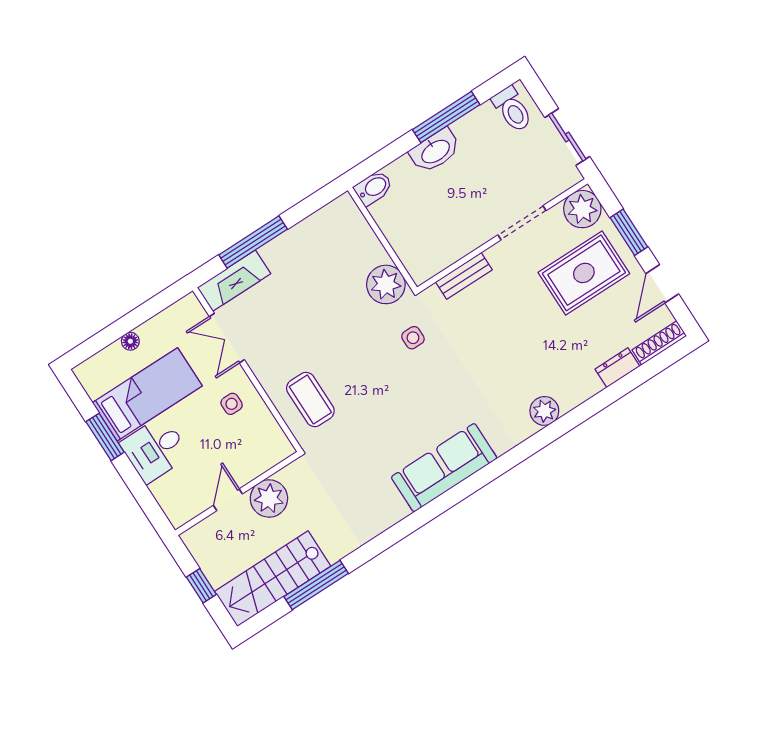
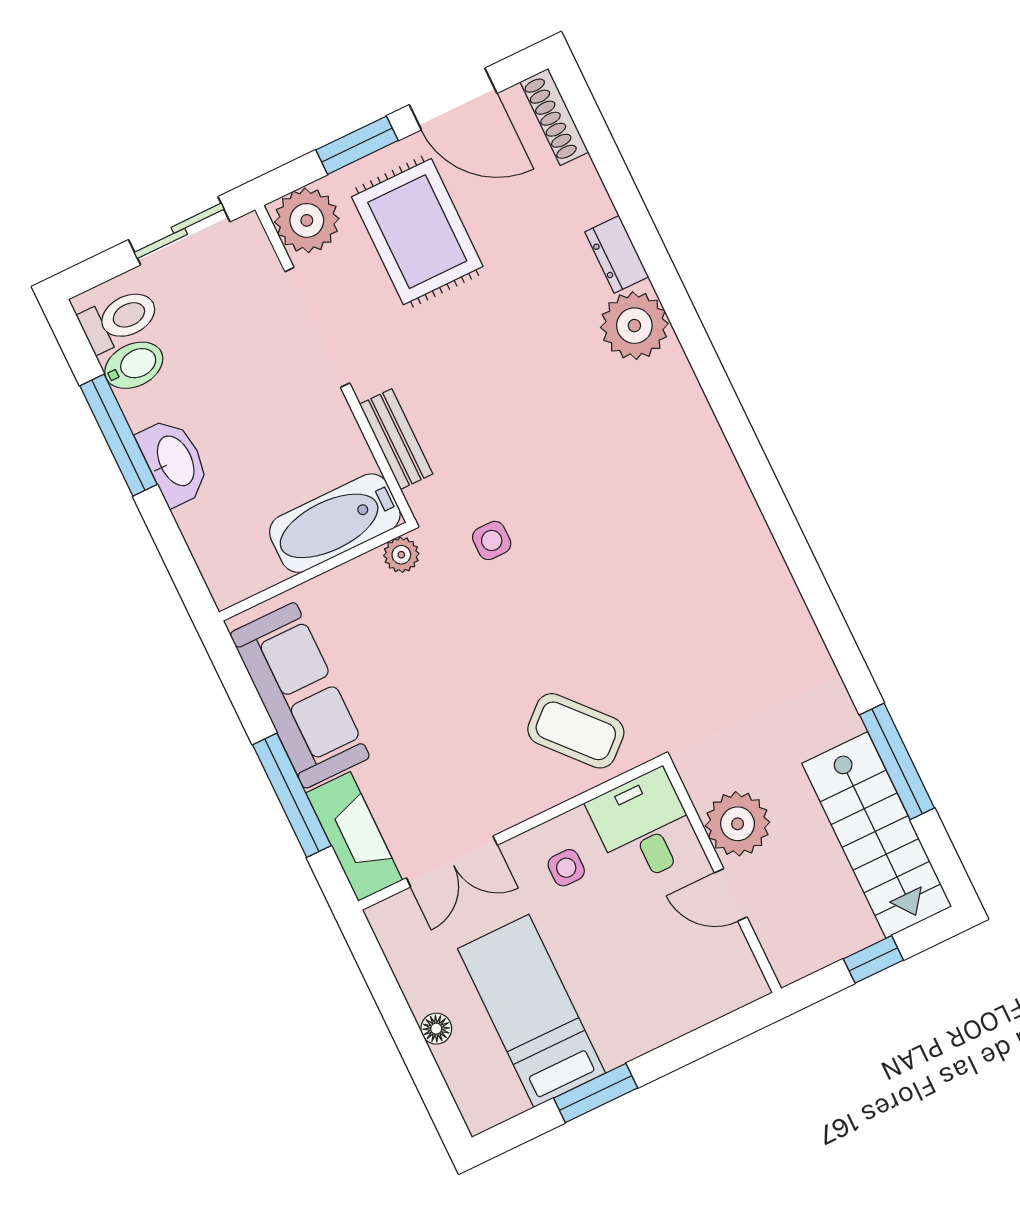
bidet: (373, 188) -> (134, 365), moved, turned 90
doorway: (522, 223) -> (317, 327), width x1.36
bathtub: (412, 247) -> (335, 523), added
plant: (386, 284) -> (401, 555), width x0.53, depth x0.53
door: (662, 284) -> (453, 99), width x1.38
dresser: (617, 368) -> (617, 254), moved
coffee table: (310, 399) -> (576, 731), turned 48
plant: (544, 411) -> (634, 326), width x1.36, depth x1.36
desk: (155, 449) -> (644, 827), moved, turned 180
sofa: (444, 468) -> (300, 695), moved, turned 180

